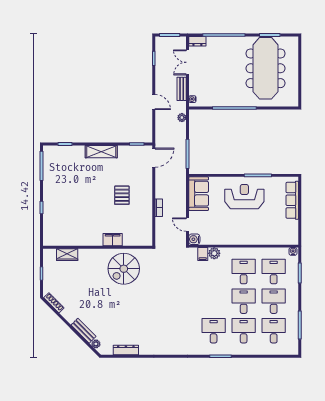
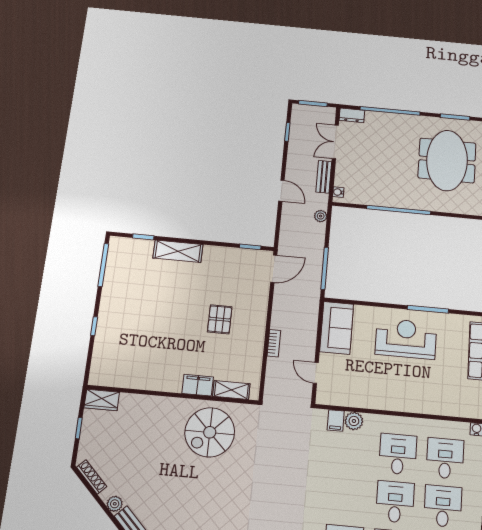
meeting table: (265, 68) -> (447, 160), width x0.73
shelving: (101, 152) -> (178, 251), moved
water cooler: (194, 239) -> (324, 396), removed
shelving: (134, 241) -> (231, 390), added
wardrobe: (67, 255) -> (102, 400), moved
plant: (70, 318) -> (115, 504), added

